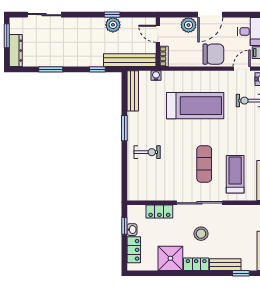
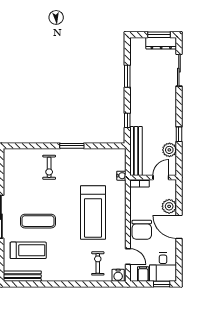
plant: (113, 25) -> (169, 150), moved
dresser: (16, 51) -> (161, 43), moved
bench: (133, 91) -> (107, 154), removed

